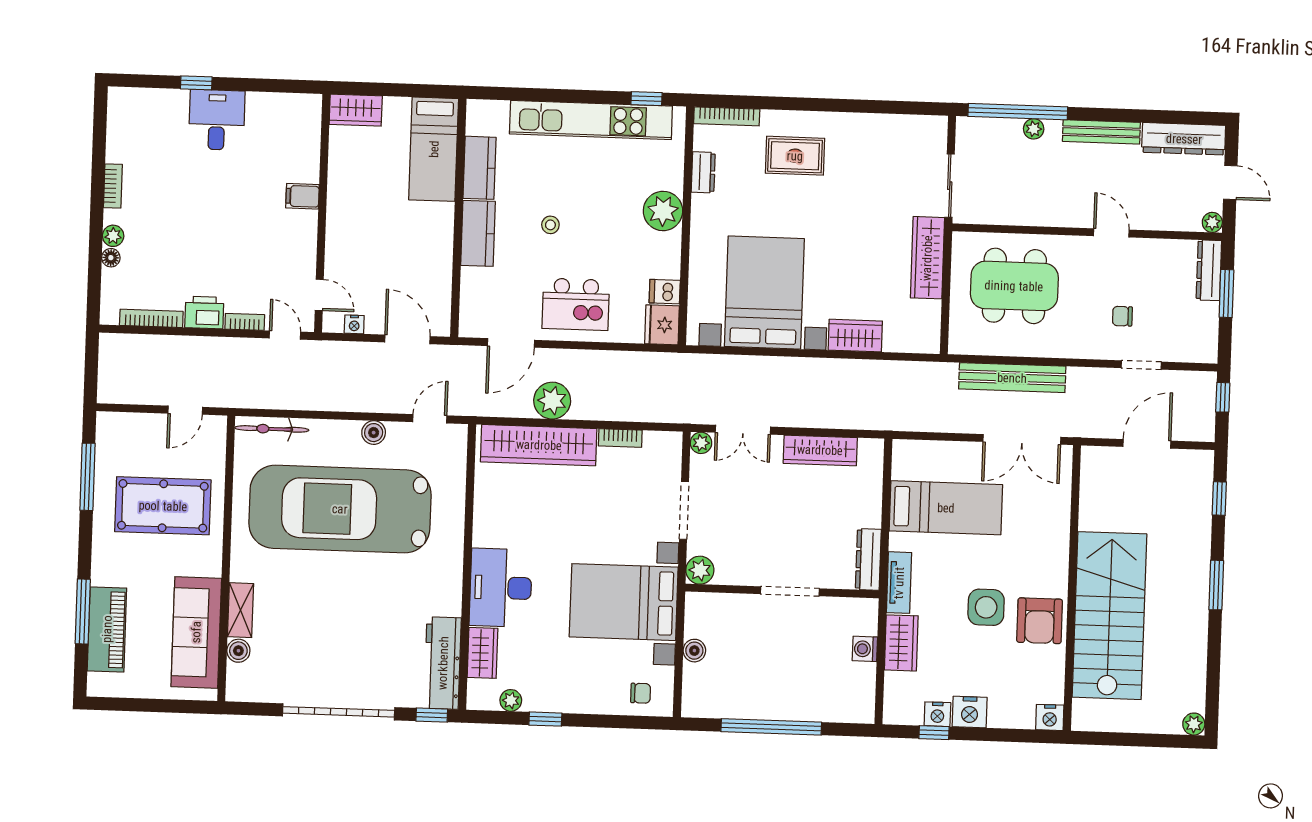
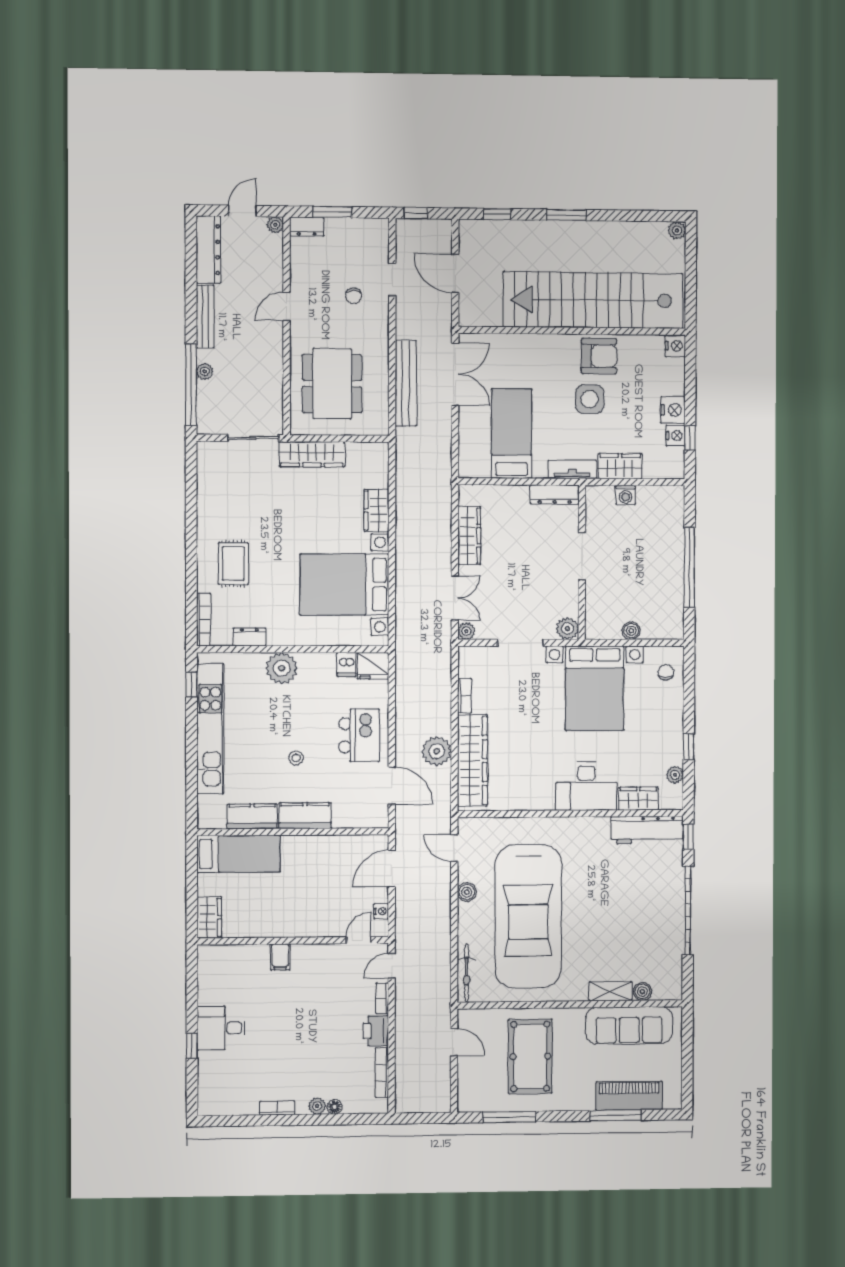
dresser: (1209, 270) -> (307, 227), width x0.70
stairs: (1109, 616) -> (593, 300), width x1.36

